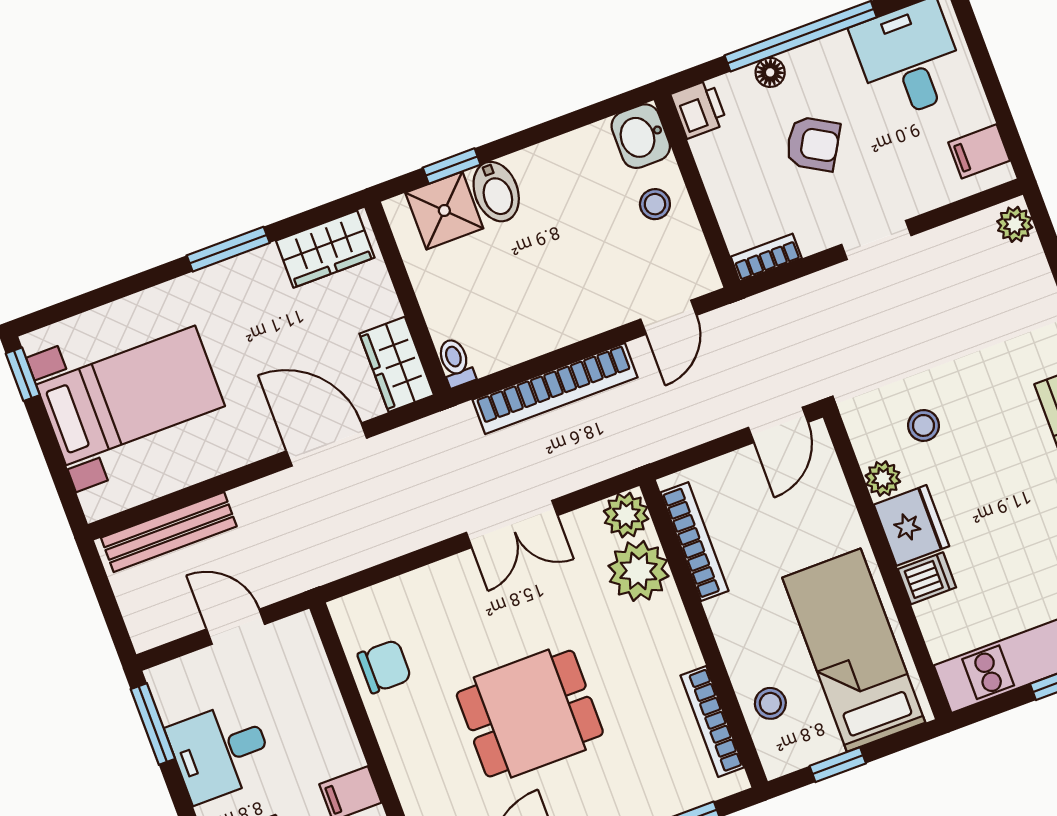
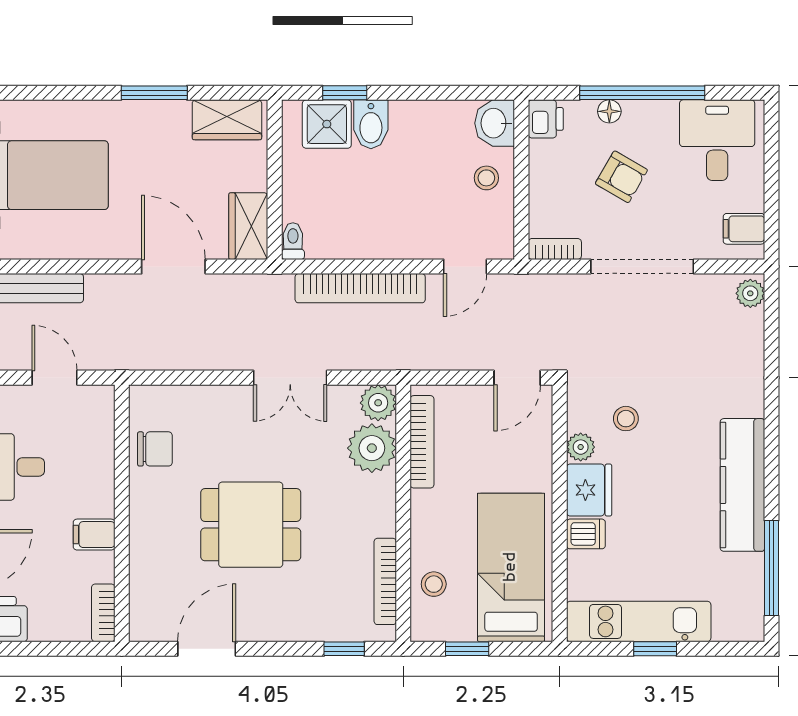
doorway: (876, 240) -> (642, 267), width x1.88

